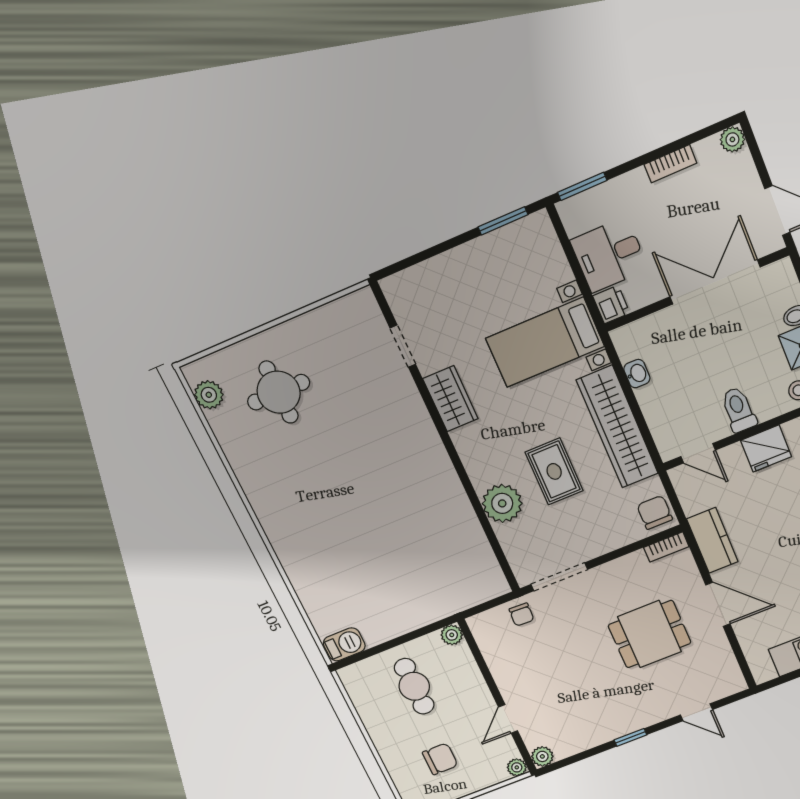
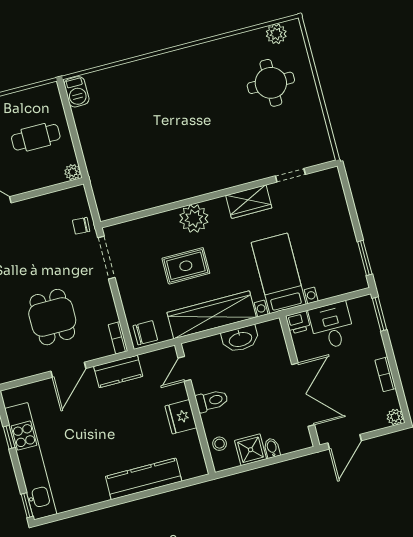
washbasin: (637, 374) -> (240, 339), width x1.91, depth x1.45
plant: (502, 503) -> (194, 218), moved

